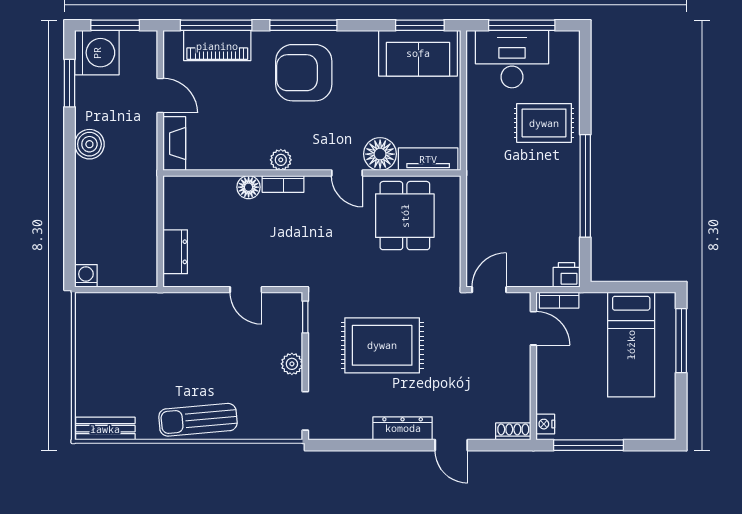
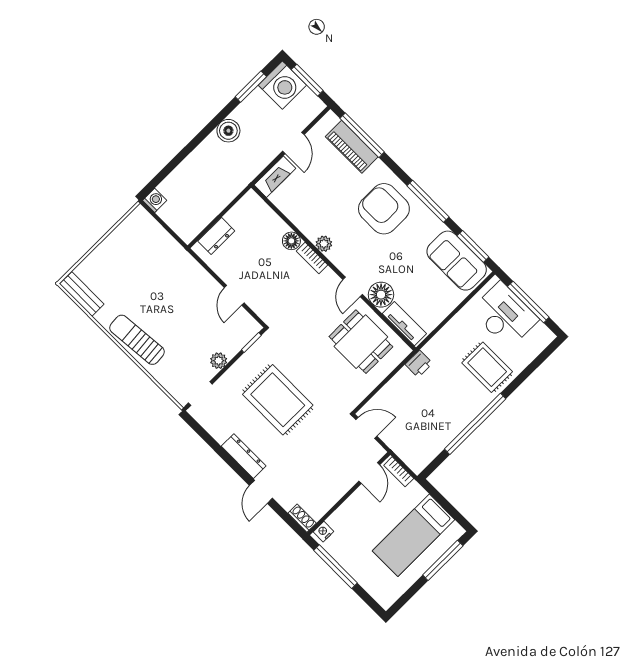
window: (303, 25) -> (428, 201), moved
dining table: (405, 216) -> (361, 342), turned 90
printer: (567, 275) -> (419, 364), moved, turned 90

